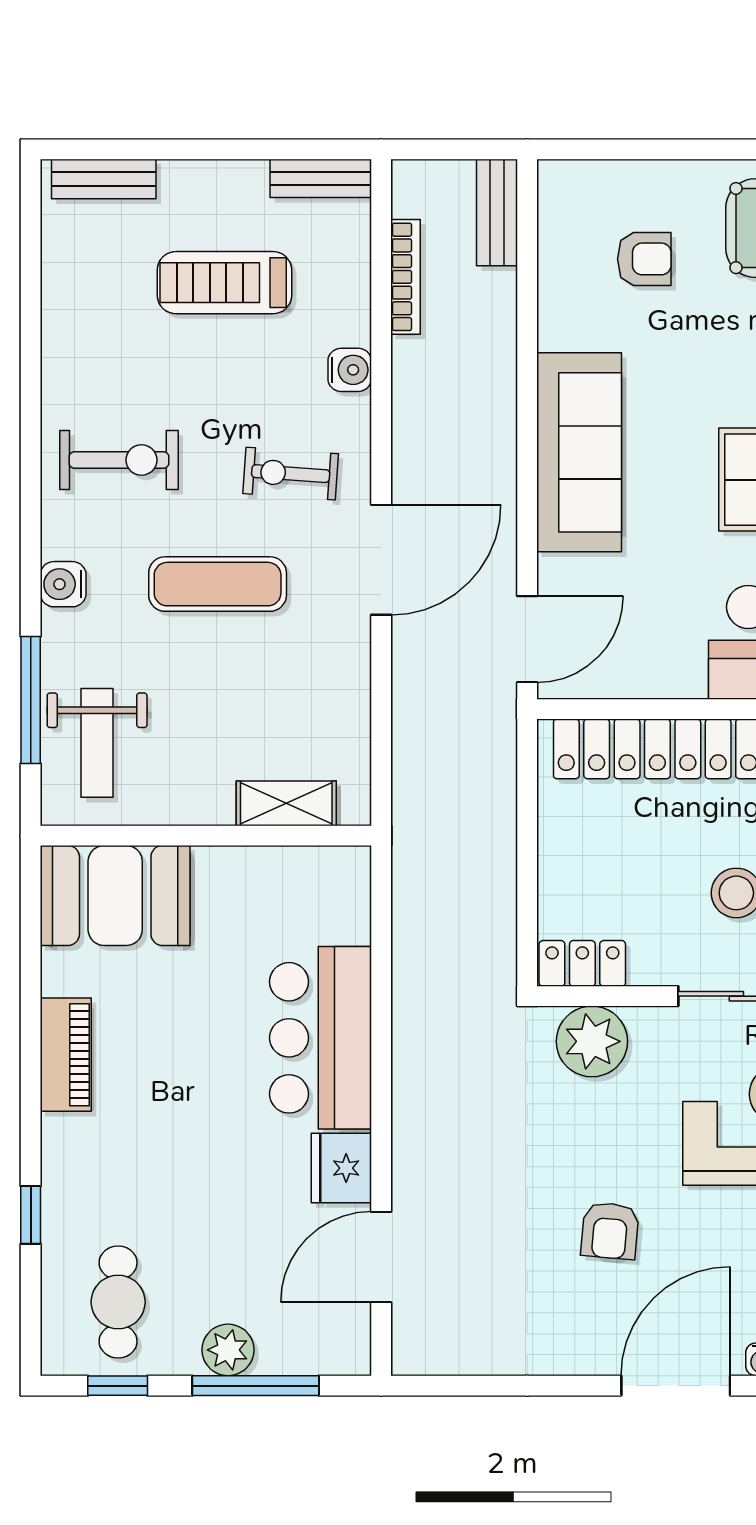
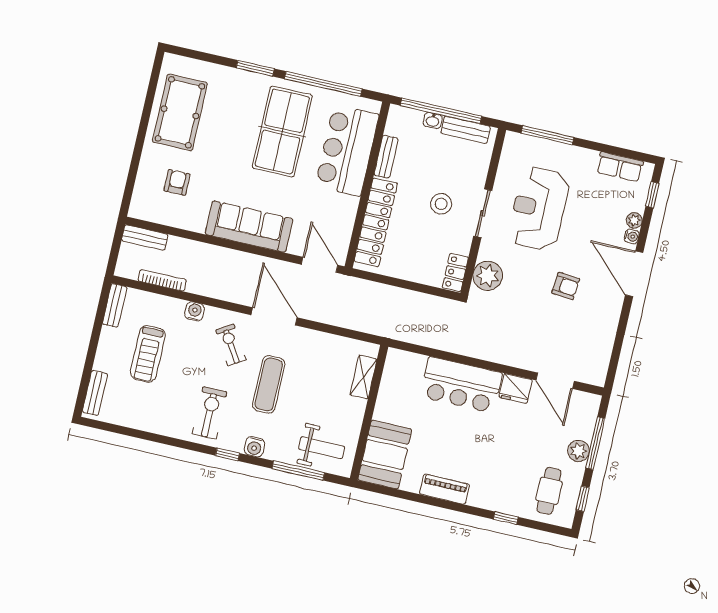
exercise bike: (291, 474) -> (231, 345), turned 144
window: (31, 525) -> (228, 454), added
cafe table: (118, 1302) -> (549, 491), turned 90

